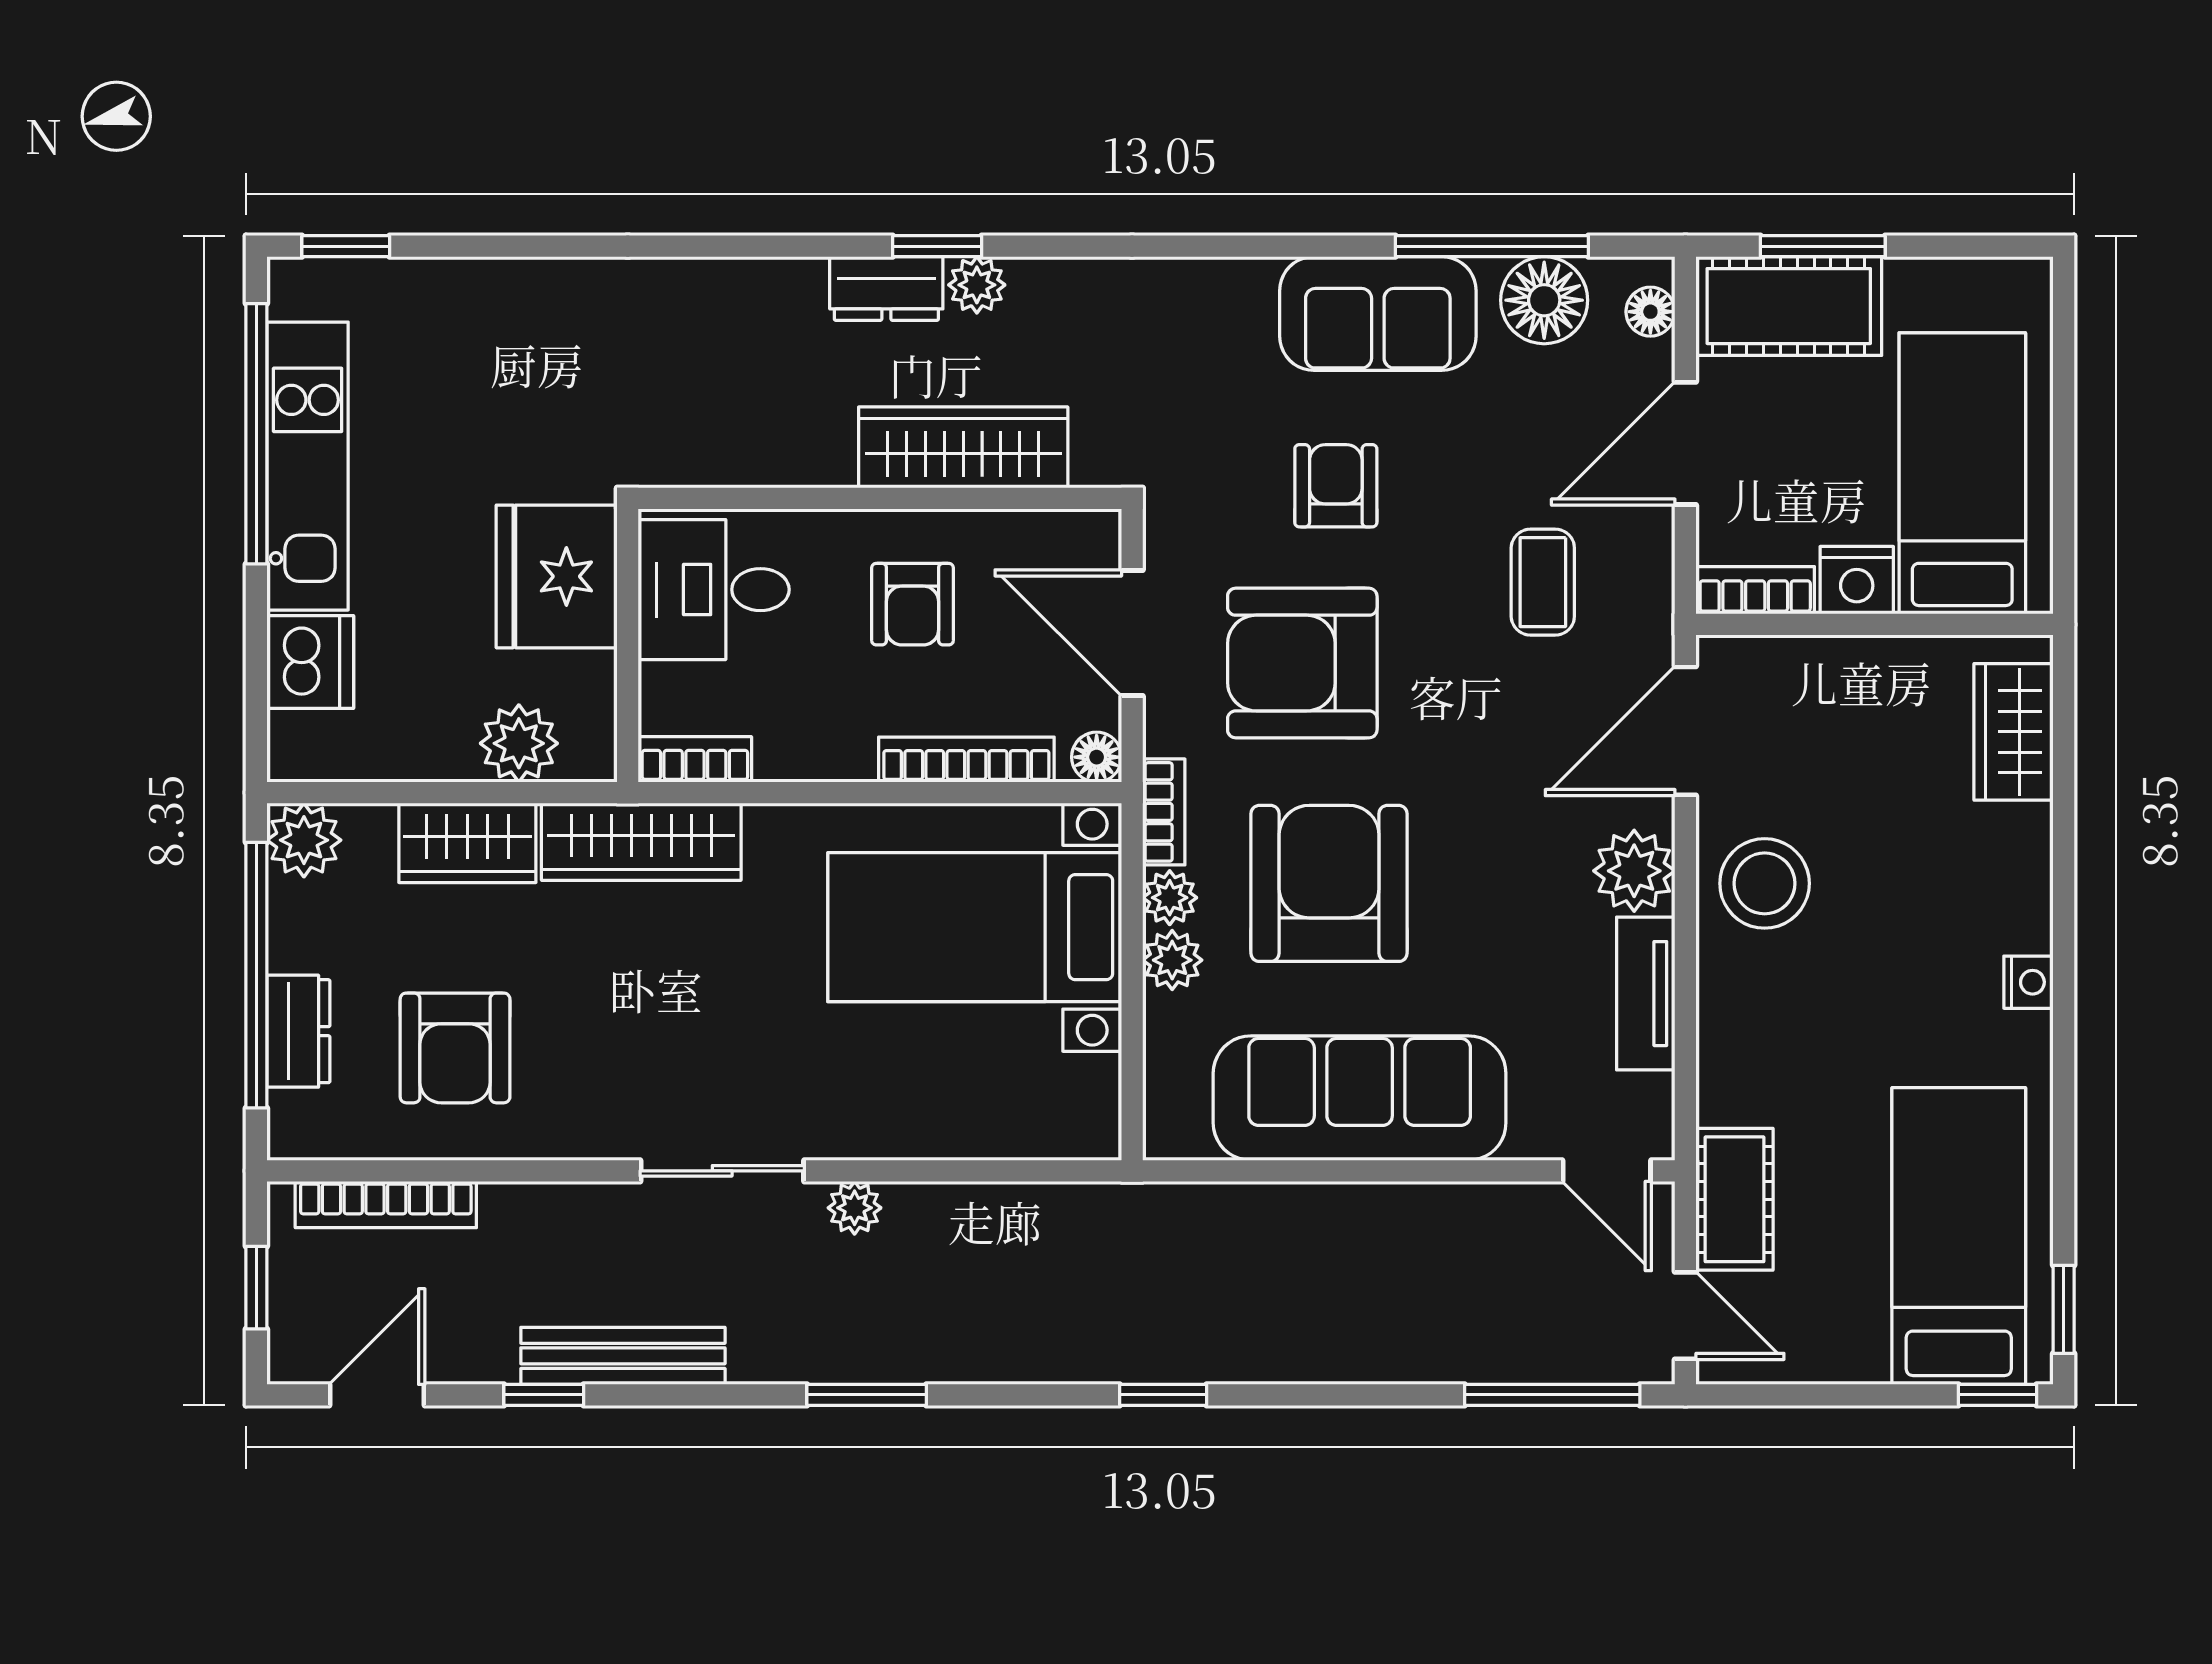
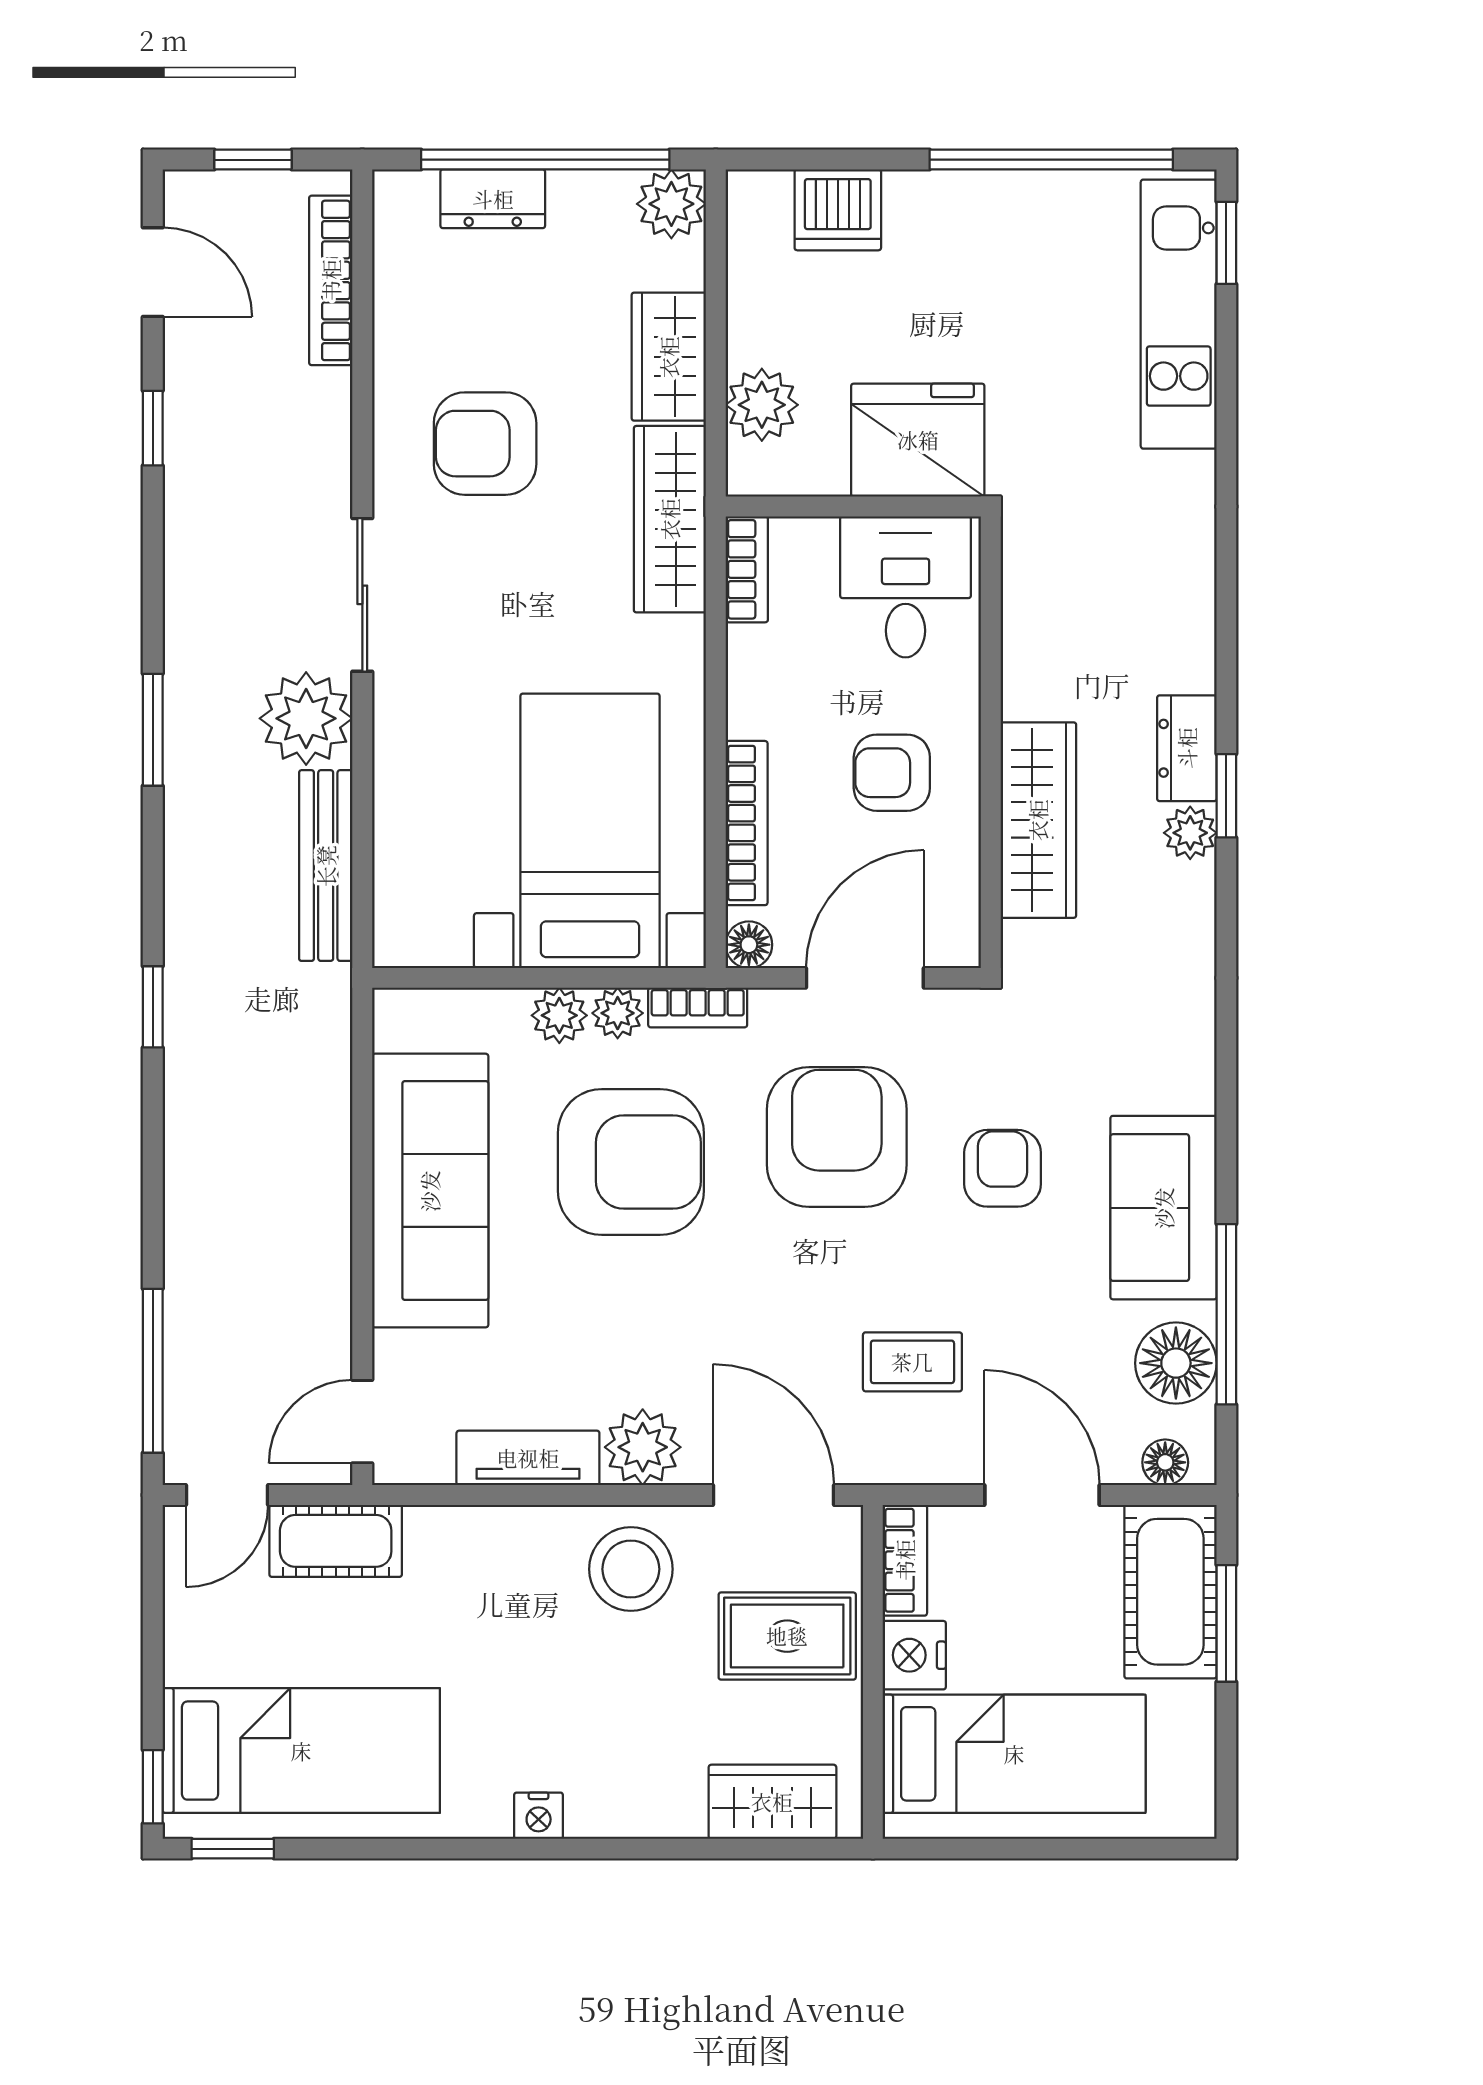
kitchen unit: (308, 466) -> (1179, 314), moved, turned 90
armchair: (1336, 486) -> (1003, 1168), turned -90
rug: (1836, 716) -> (787, 1636), added
armchair: (455, 1048) -> (485, 444), moved
plant: (855, 1208) -> (306, 718), width x1.88, depth x1.88
bench: (623, 1356) -> (326, 866), moved

